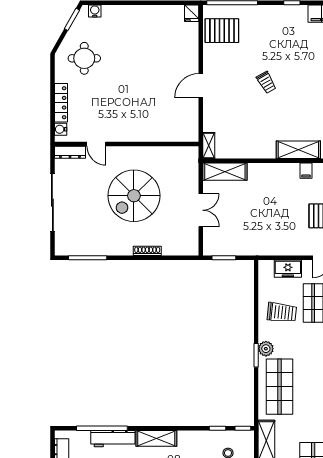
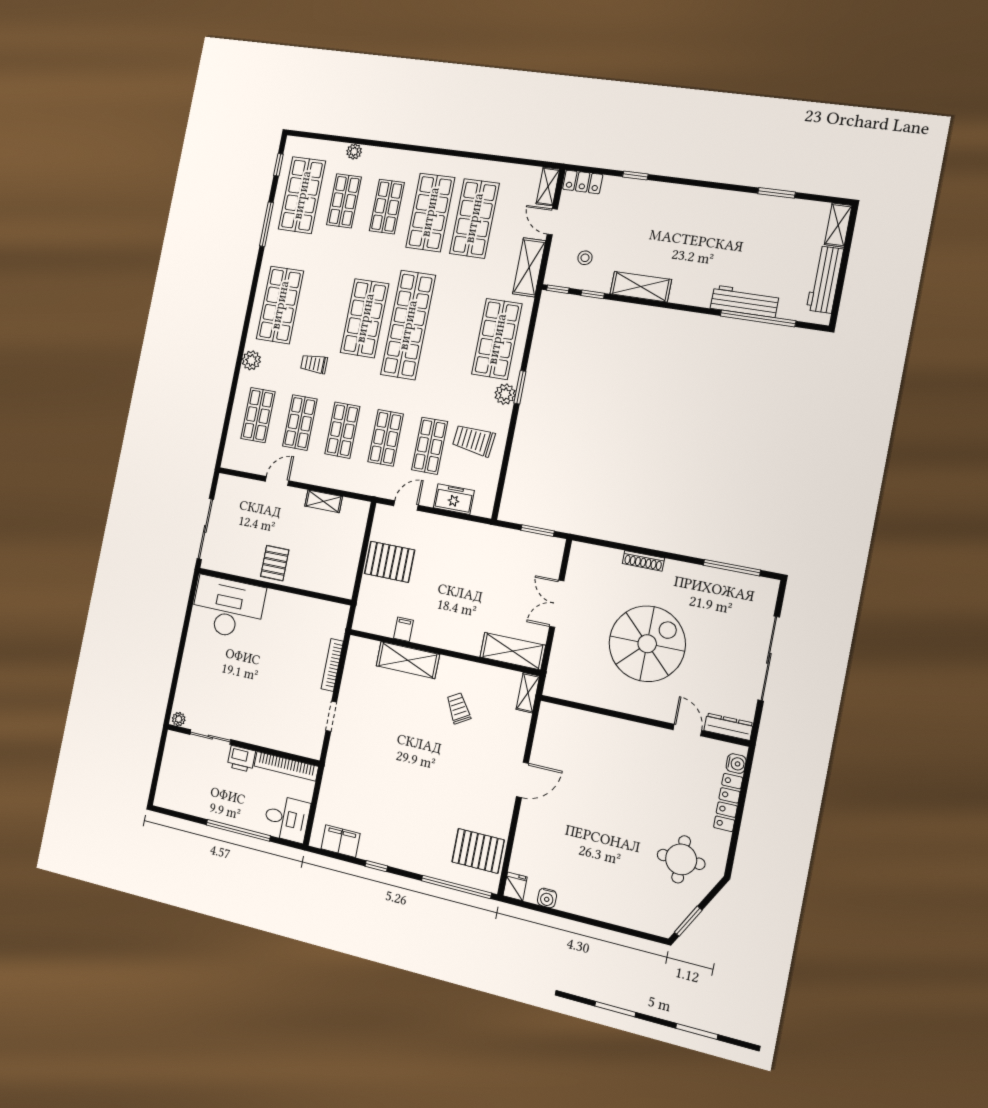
water cooler: (95, 11) -> (547, 898), moved
trolley: (266, 82) -> (458, 708), moved
shelving: (156, 438) -> (641, 287), moved

